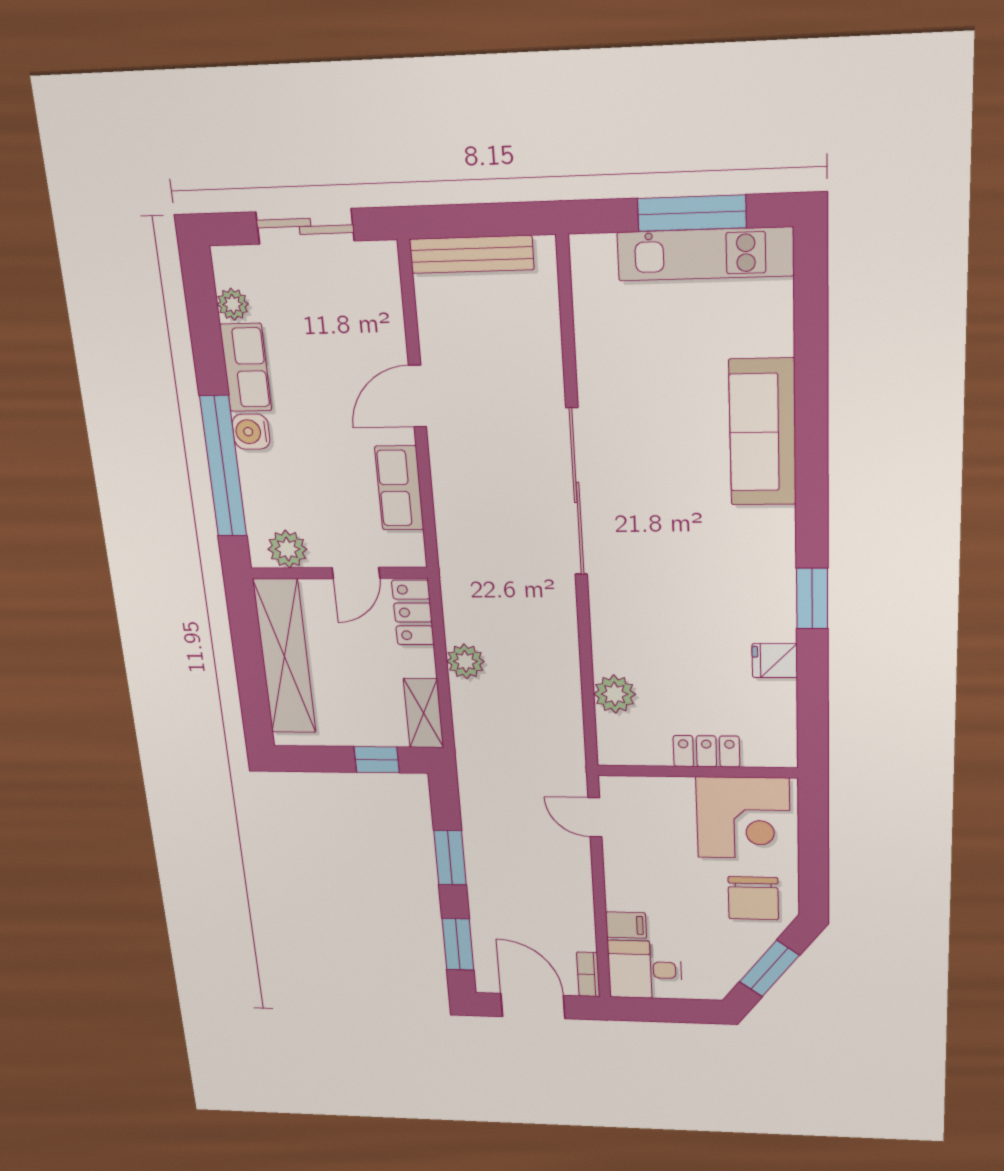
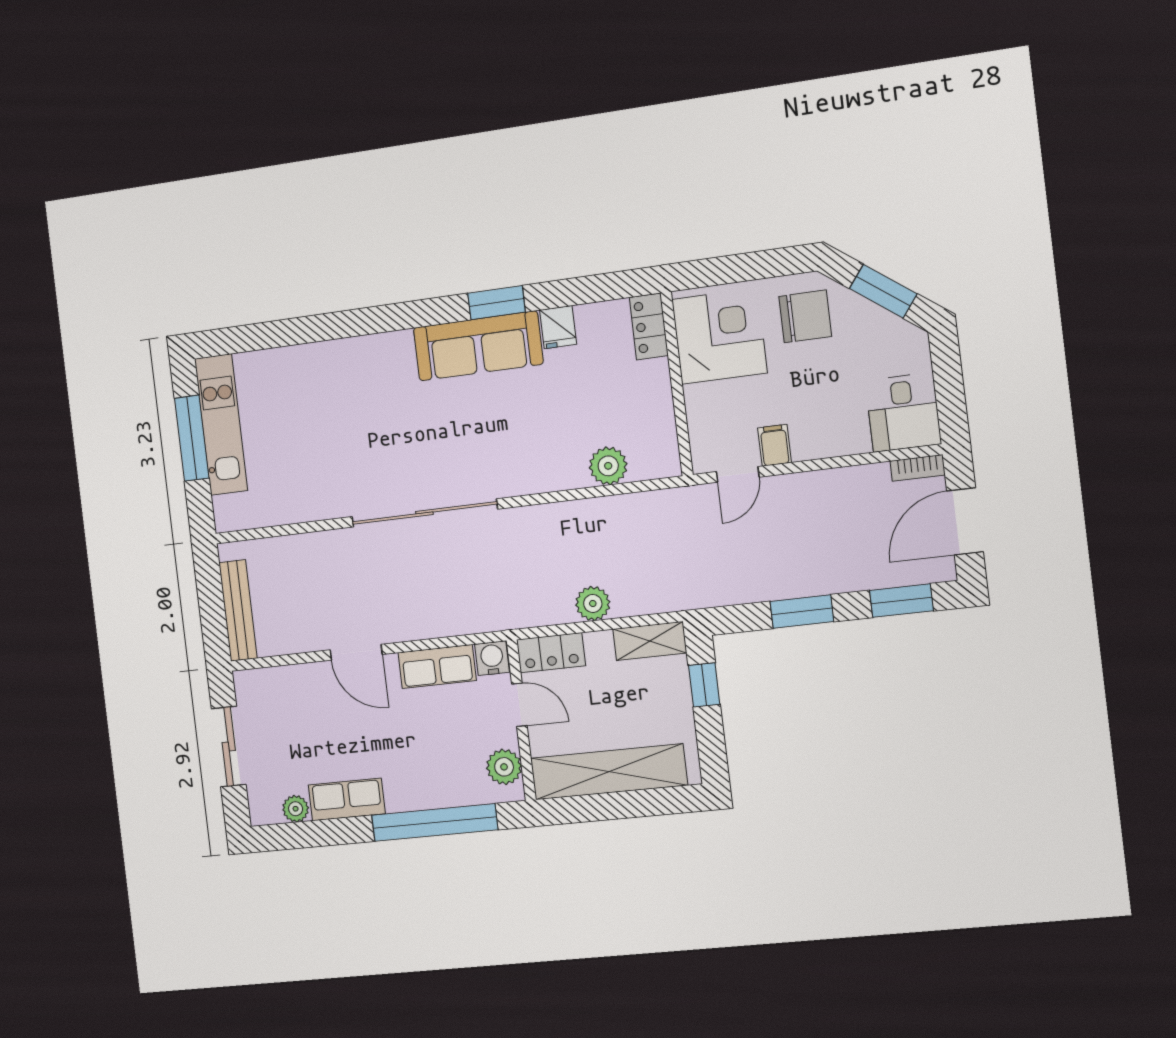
water cooler: (251, 432) -> (492, 658), moved, turned 180
sofa: (763, 432) -> (478, 346), moved
locker: (706, 751) -> (649, 326), moved
filing cabinet: (626, 925) -> (775, 445), moved

